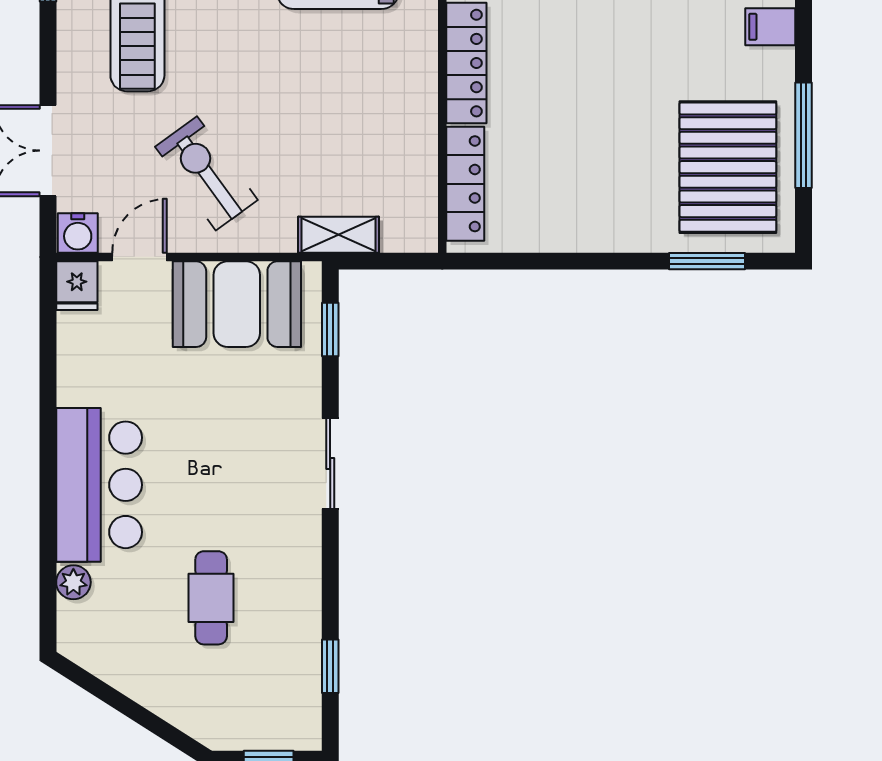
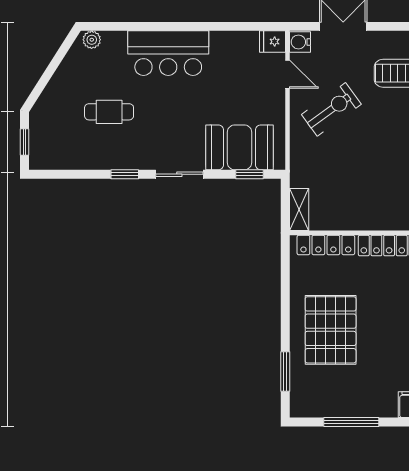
pallet: (728, 167) -> (331, 330), moved, turned 90
shelving: (338, 235) -> (299, 210), moved
booth: (237, 304) -> (240, 147), moved, turned 90
plant: (73, 582) -> (92, 40), moved
window: (330, 666) -> (125, 174), moved

